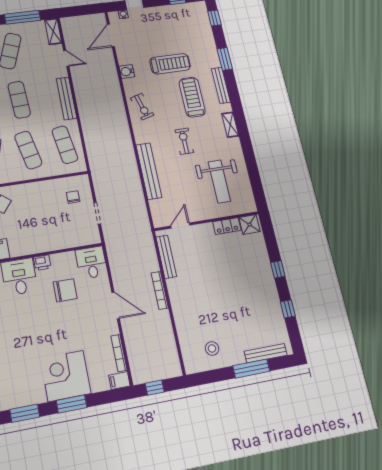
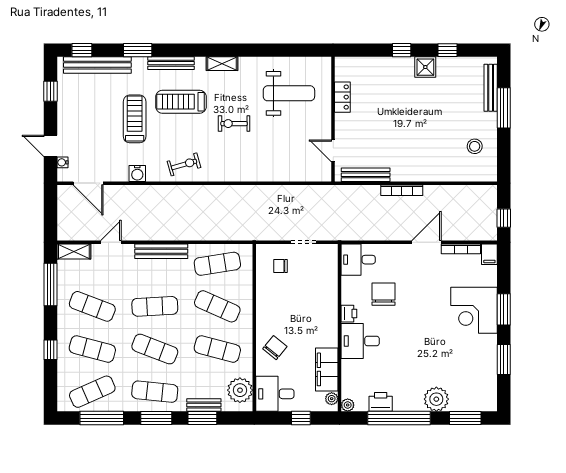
exercise mat: (28, 150) -> (217, 306), turned 36
bench: (149, 171) -> (97, 65), moved
shower: (250, 225) -> (425, 67), moved
door: (116, 305) -> (427, 242), moved

